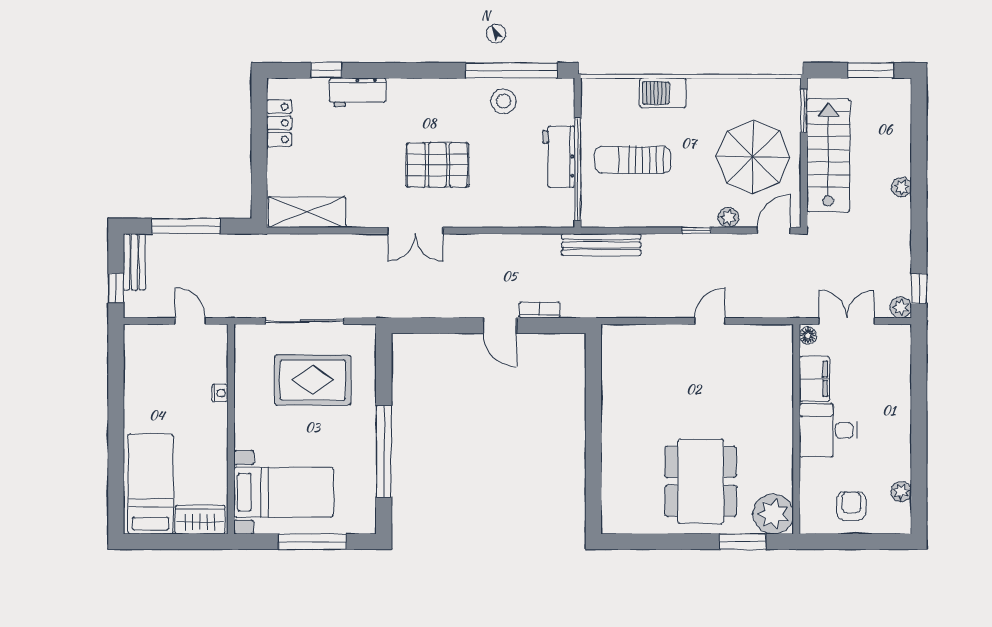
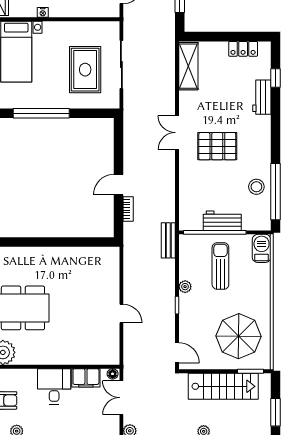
barbecue: (663, 93) -> (262, 248), moved
parasol: (753, 157) -> (239, 336), moved
pallet: (437, 165) -> (217, 146), turned 90
plant: (728, 217) -> (185, 287), moved
bench: (601, 245) -> (168, 240), width x0.73
double door: (847, 321) -> (121, 398), swing flipped
nightstand: (220, 393) -> (43, 12), moved

